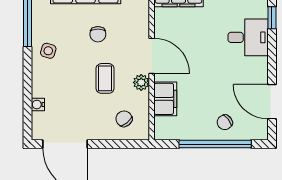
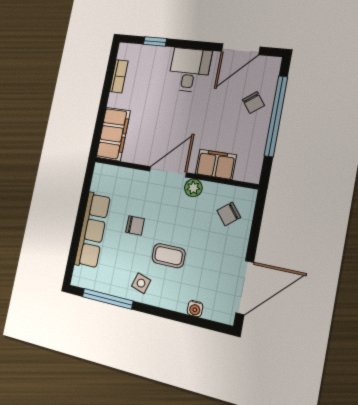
desk: (248, 37) -> (189, 70), moved
coffee table: (105, 78) -> (169, 256), moved

